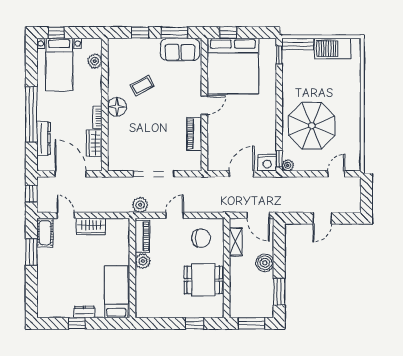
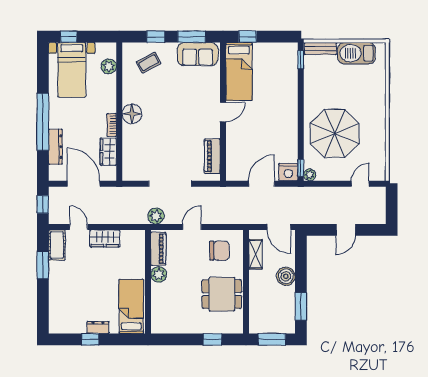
bed: (233, 66) -> (239, 71), width x0.49
coffee table: (142, 86) -> (149, 63), moved
piano: (194, 134) -> (212, 156), moved

